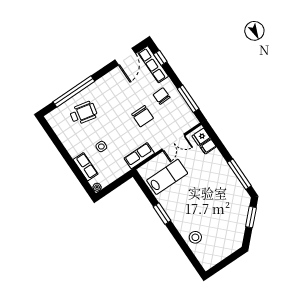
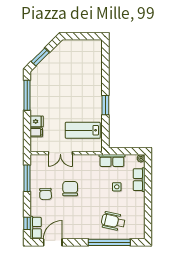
row of seats: (153, 64) -> (36, 228), width x0.68
fridge: (201, 137) -> (37, 121), moved
double door: (173, 142) -> (60, 153), swing flipped
row of seats: (139, 156) -> (112, 160), moved
stool: (195, 237) -> (92, 70), removed

